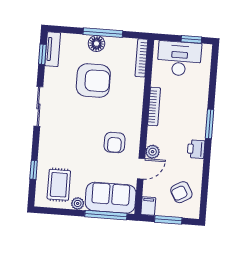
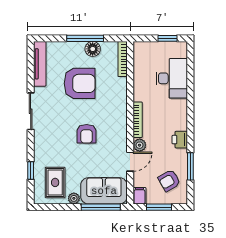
floor lamp: (96, 44) -> (93, 49), moved
tv unit: (53, 49) -> (40, 64), width x1.41
window: (42, 54) -> (31, 63), removed
desk: (179, 59) -> (172, 78), moved, turned 90
bookcase: (154, 107) -> (138, 120), moved
window: (210, 124) -> (190, 166), moved
armchair: (115, 143) -> (87, 134), moved

